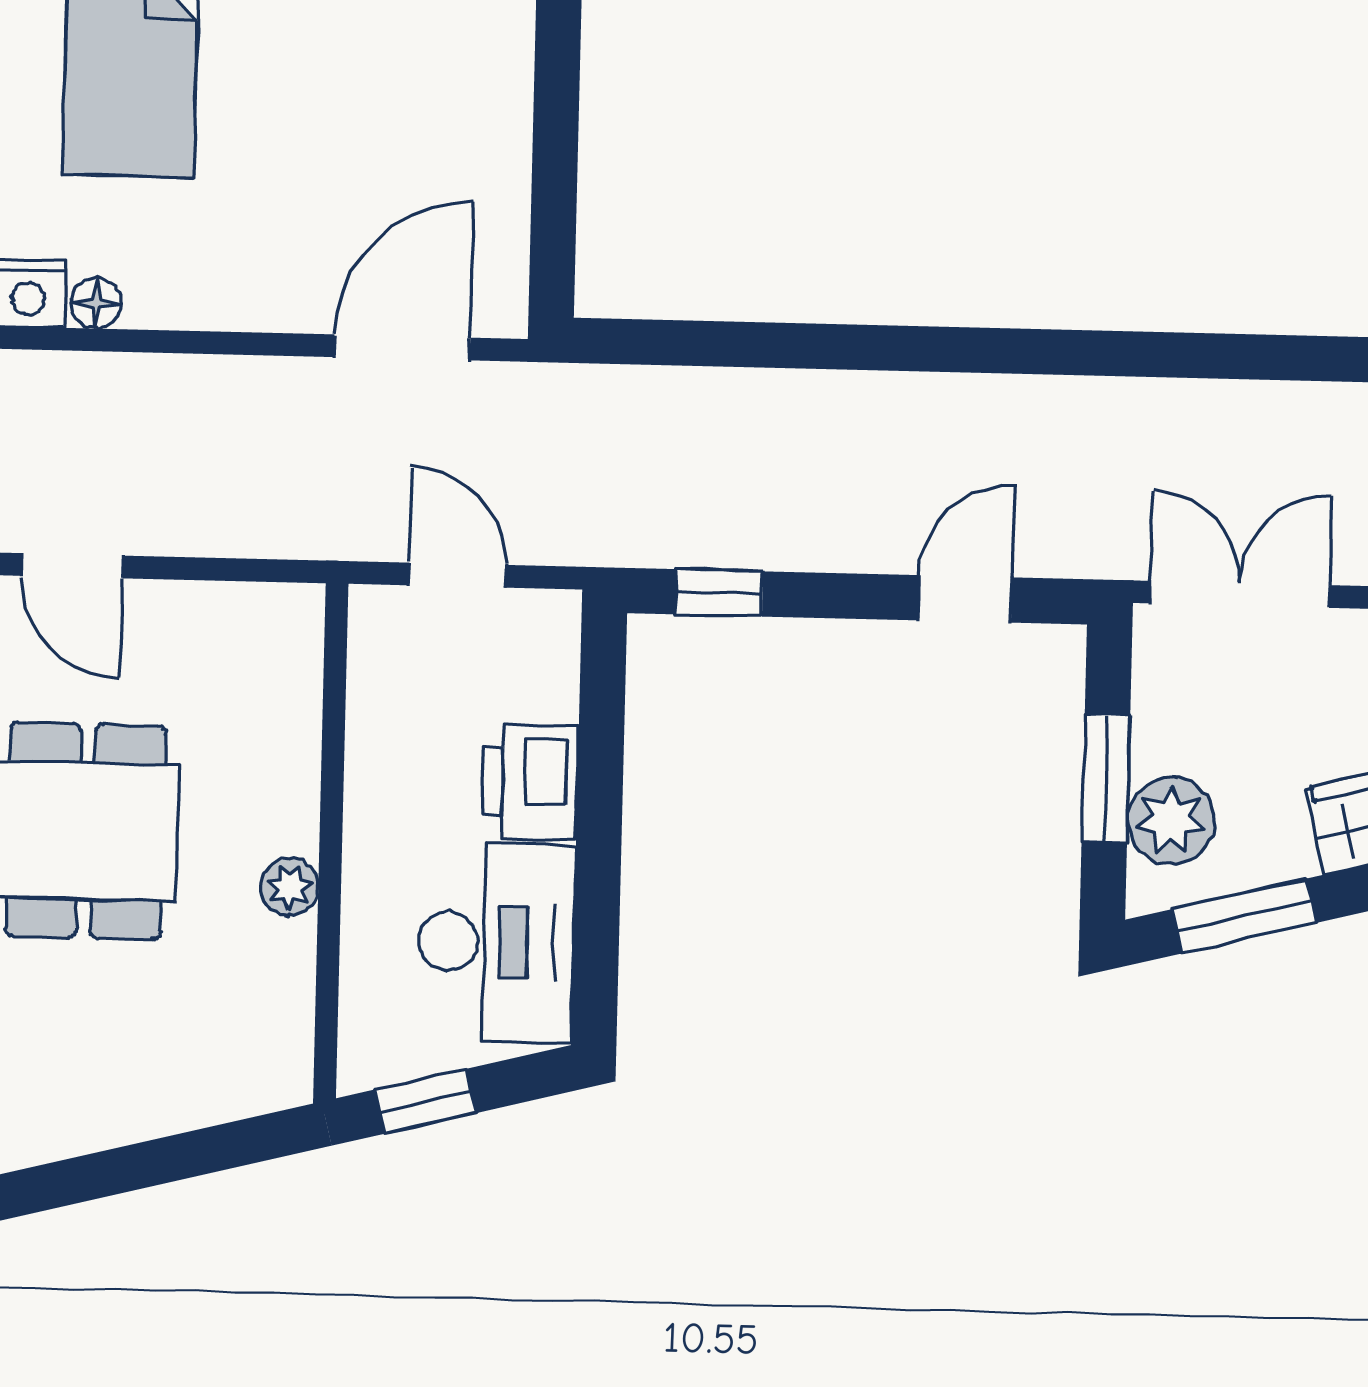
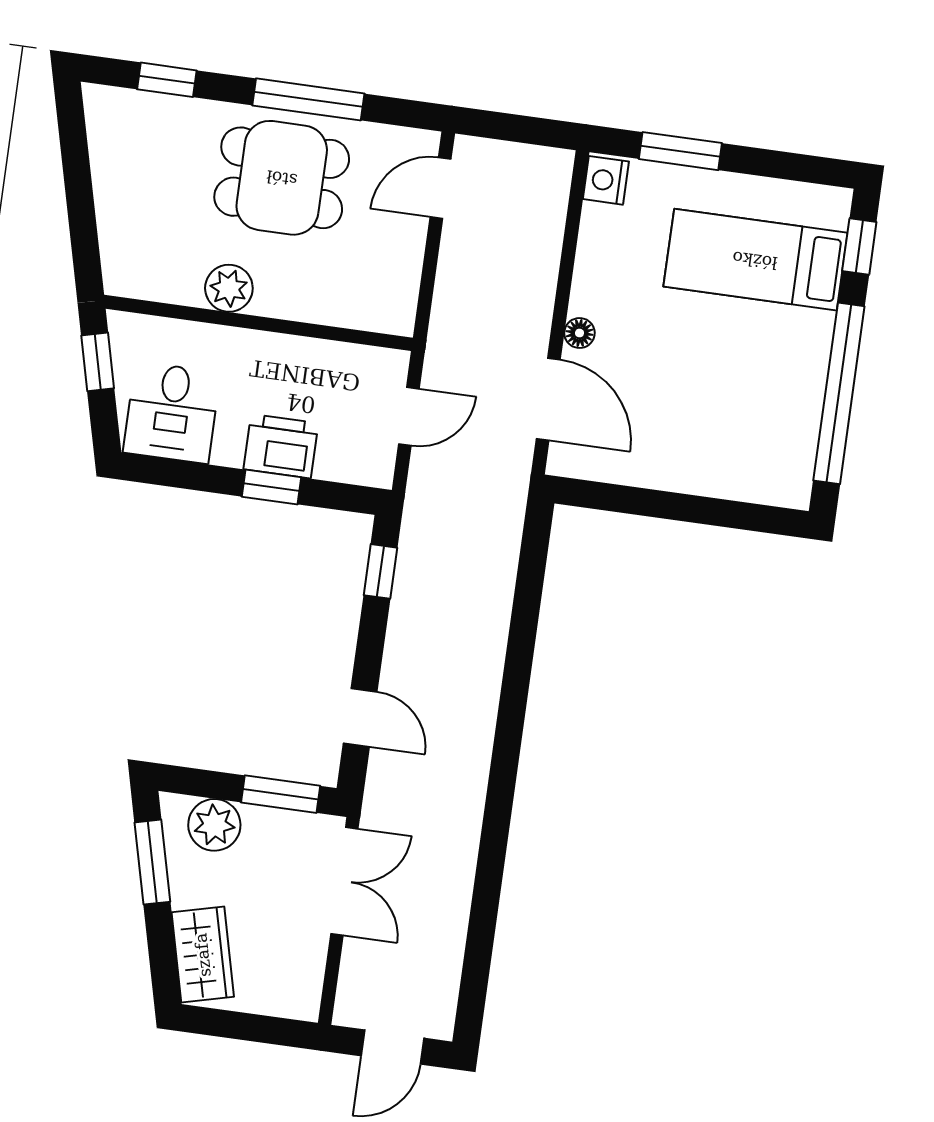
floor lamp: (96, 303) -> (579, 333), moved
window: (1106, 778) -> (281, 794), moved
window: (600, 789) -> (272, 487), added
plant: (290, 887) -> (229, 288), width x1.38, depth x1.38
desk: (496, 942) -> (172, 413), width x0.73

